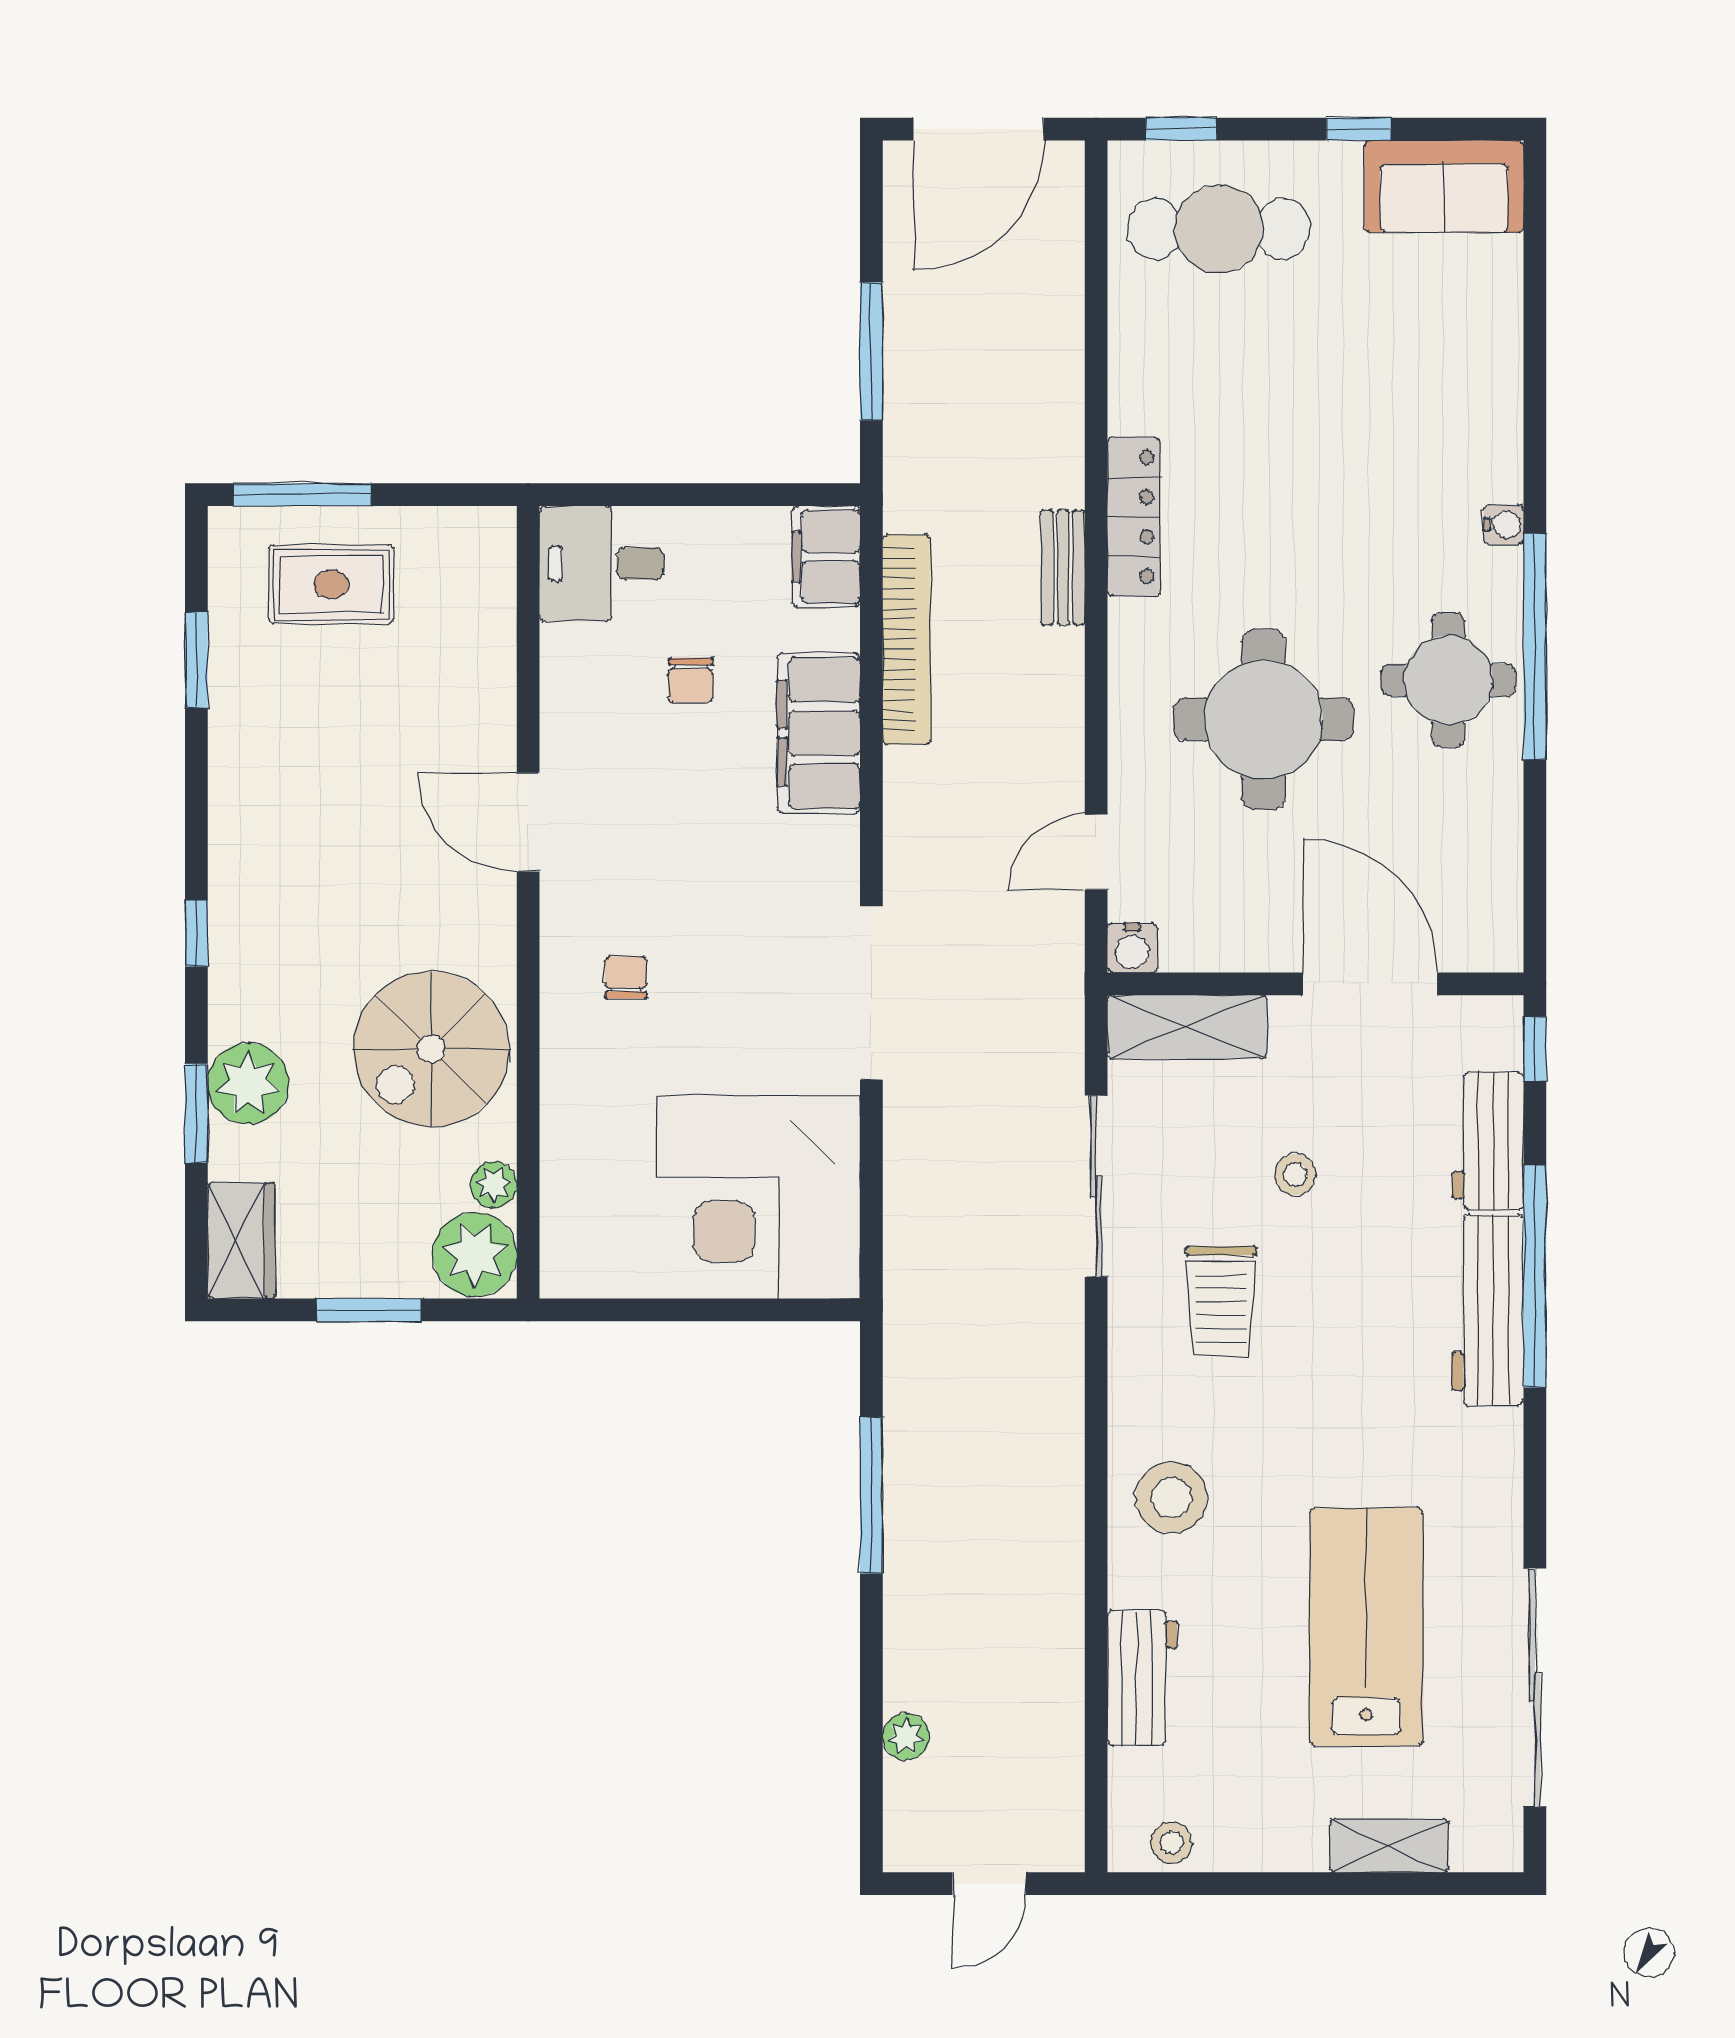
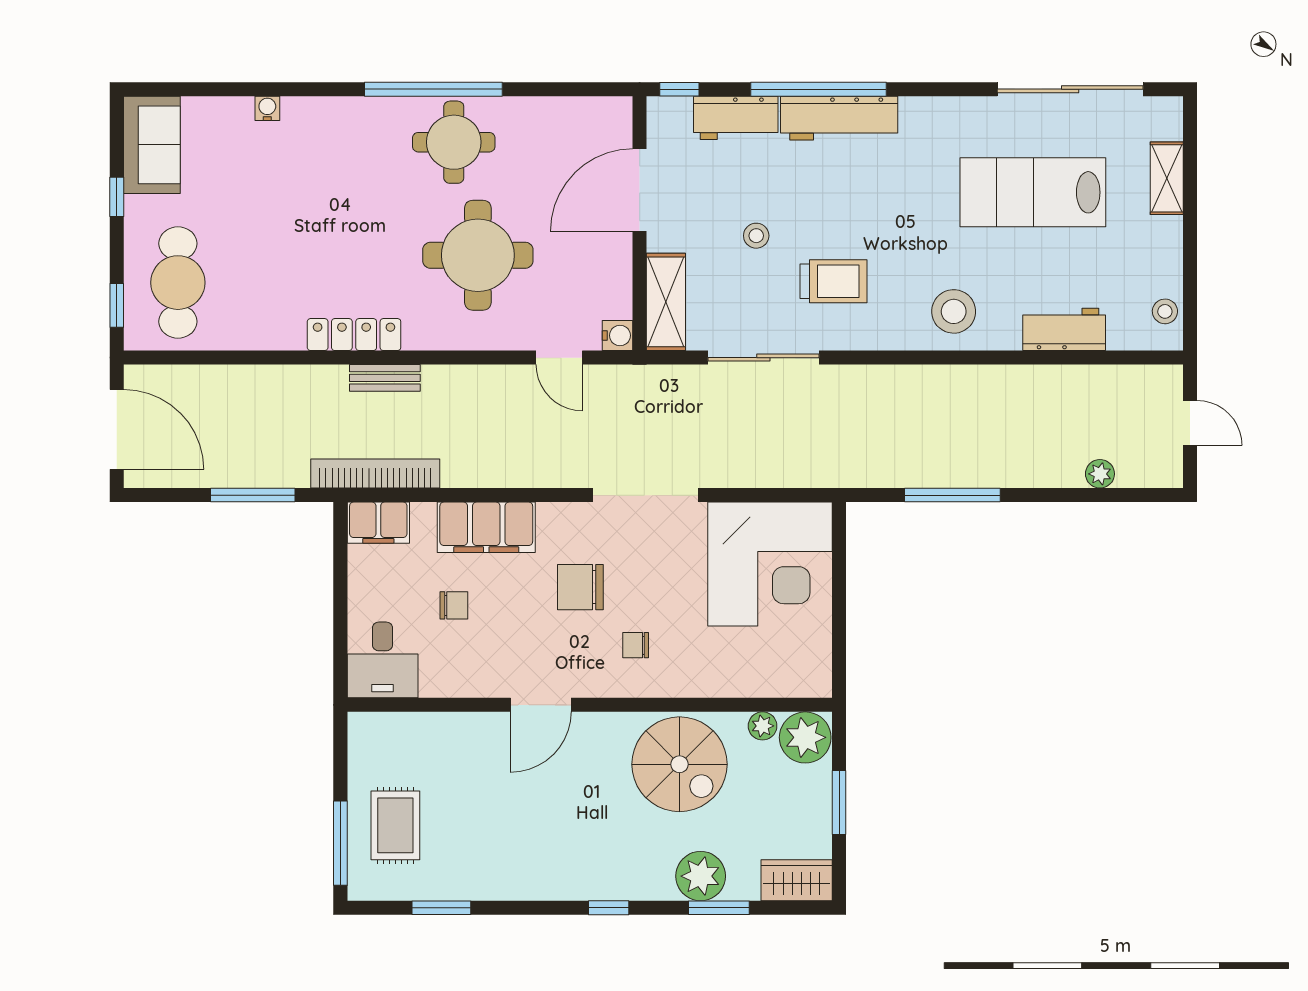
water cooler: (1504, 525) -> (267, 108), moved
bookcase: (906, 639) -> (375, 474), moved
chair: (721, 887) -> (580, 587), added

